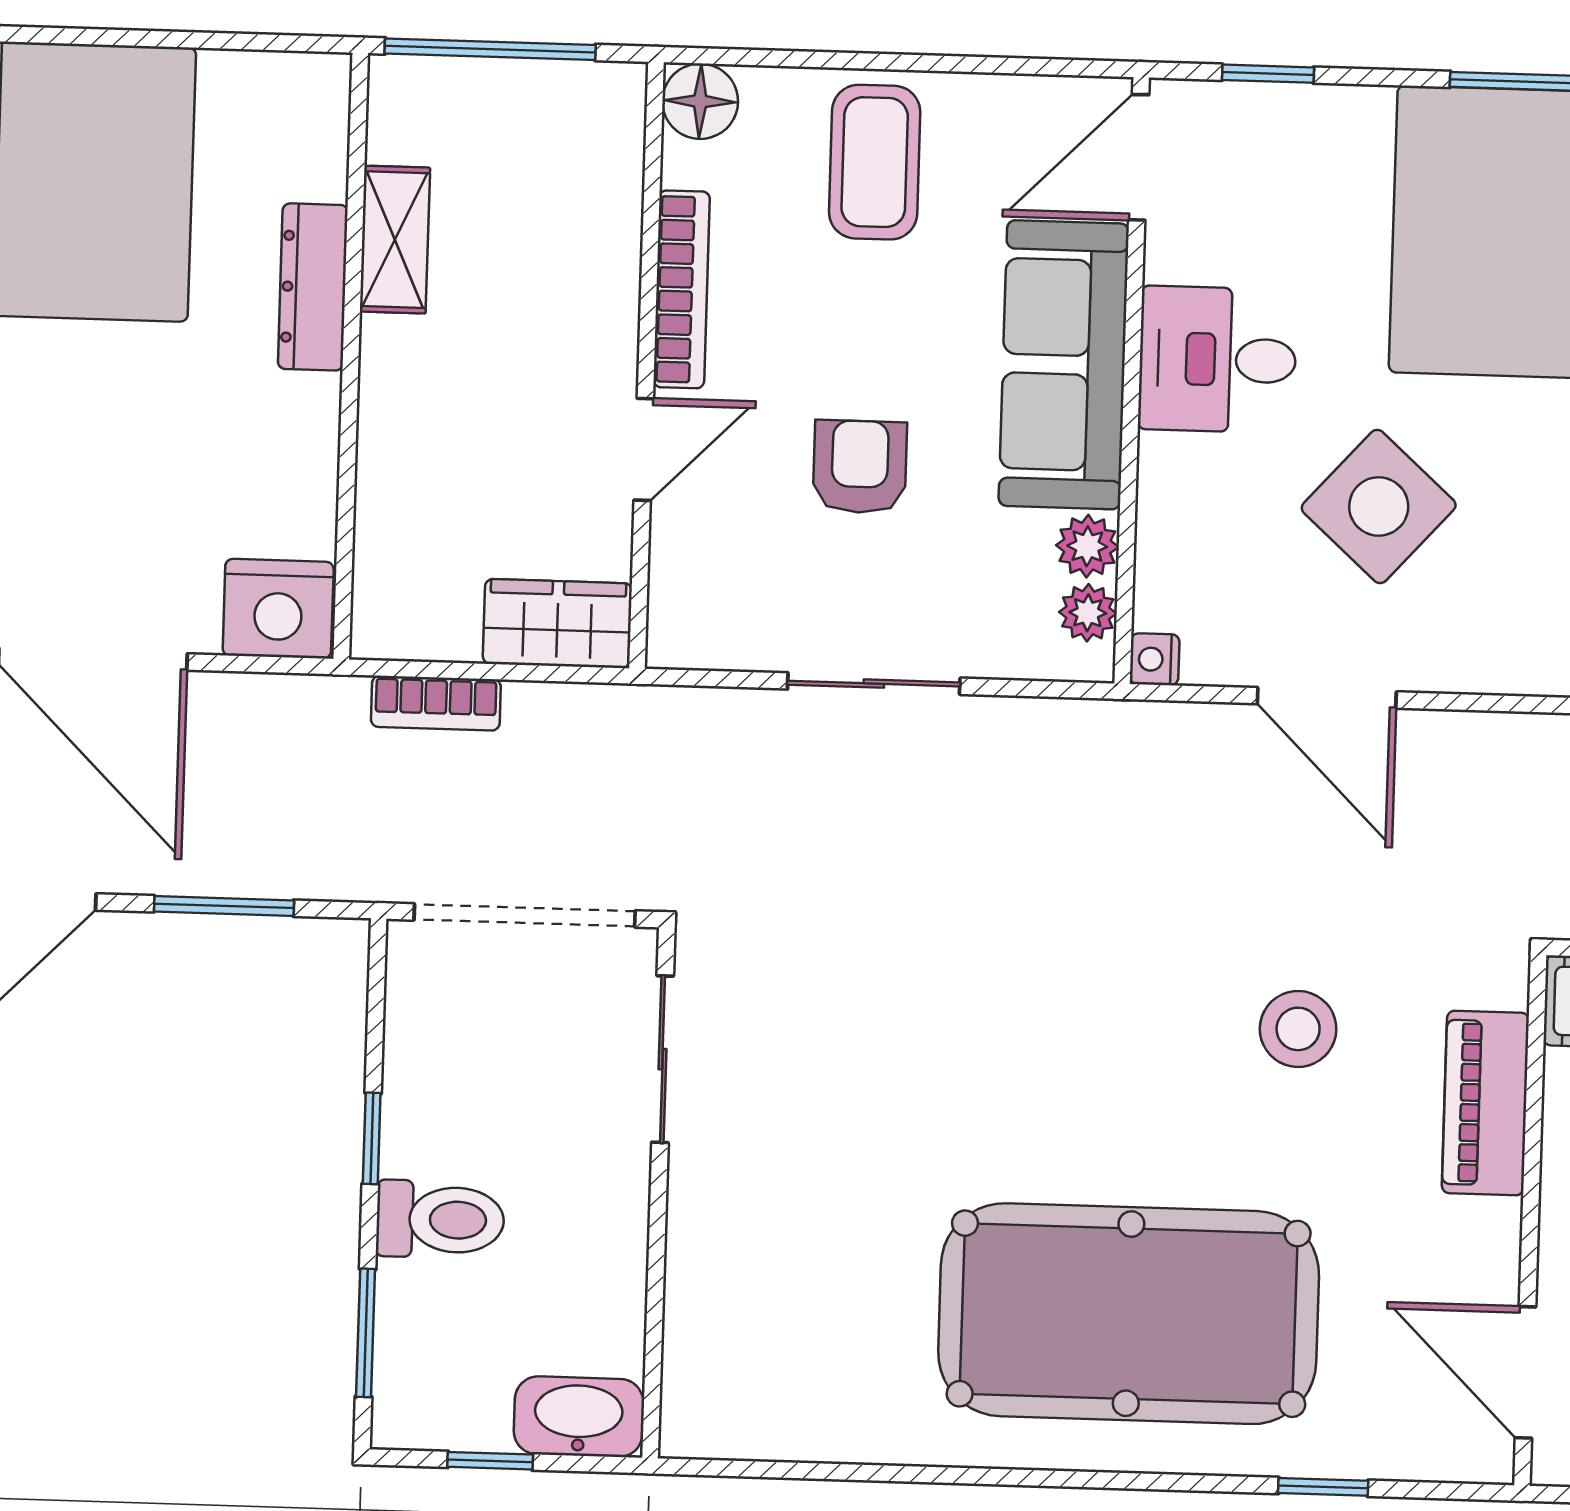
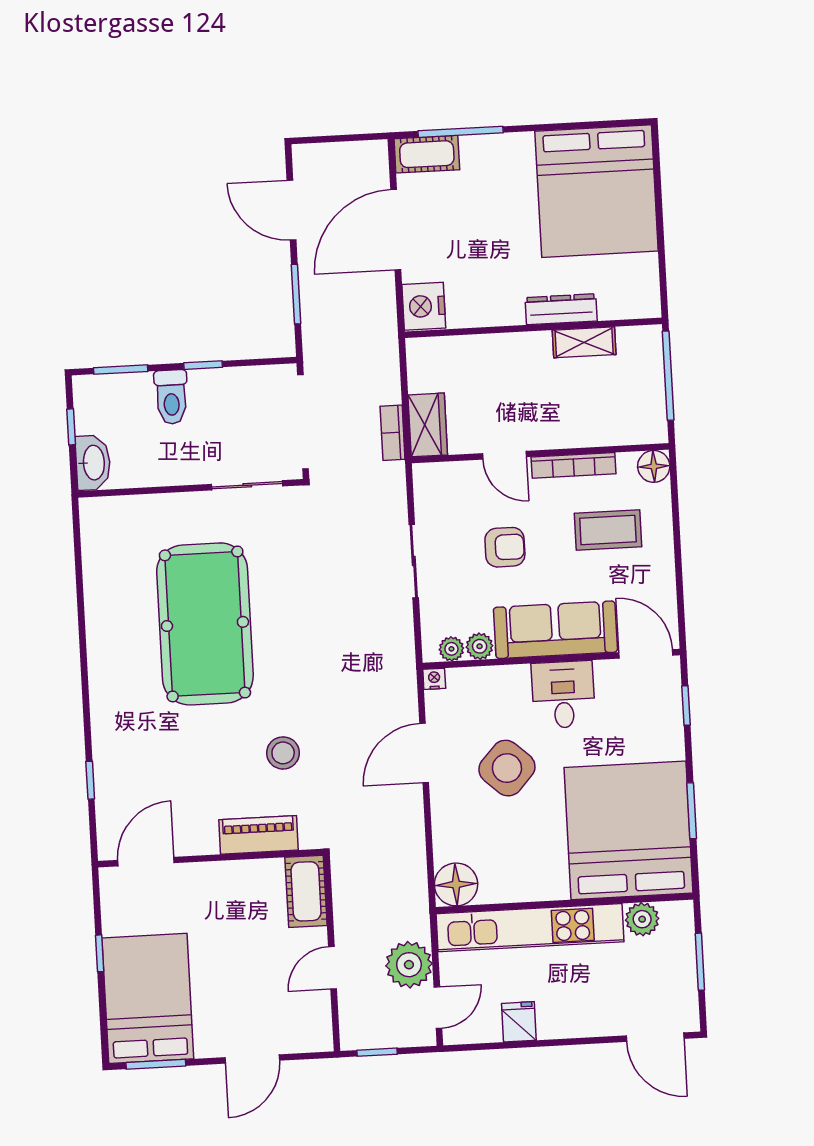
coffee table: (875, 162) -> (608, 530), moved
bookcase: (436, 703) -> (393, 433), moved
pool table: (1129, 1314) -> (205, 624), moved

